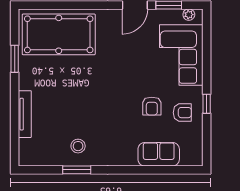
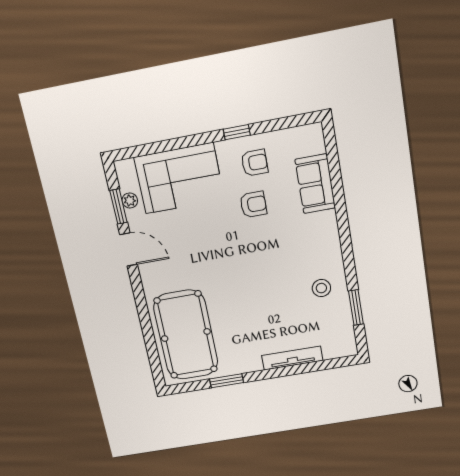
plant: (189, 15) -> (130, 201), moved
armchair: (182, 113) -> (254, 163), turned 90
window: (77, 170) -> (356, 307), moved

